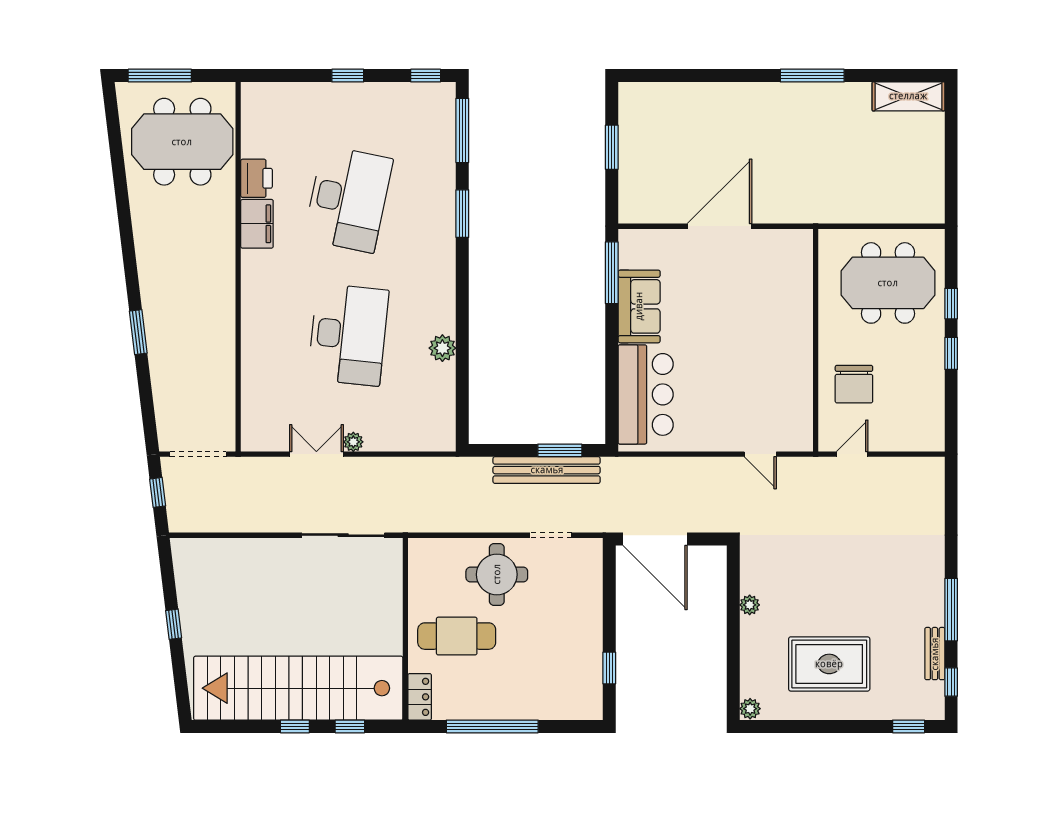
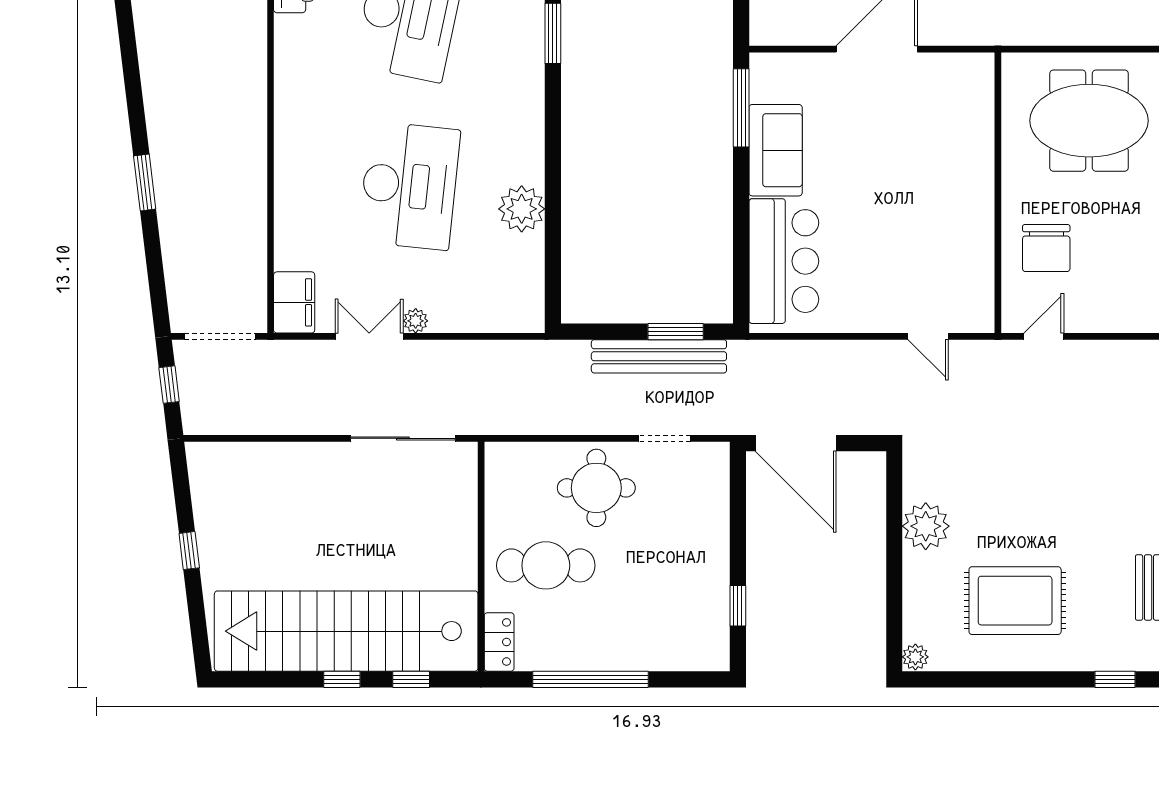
filing cabinet: (257, 224) -> (294, 302), moved
plant: (442, 348) -> (522, 209), width x1.36, depth x1.36
plant: (750, 605) -> (926, 526), width x1.87, depth x1.87

